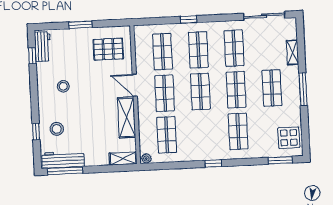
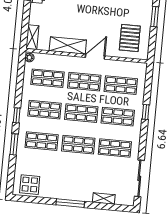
shop shelf: (272, 88) -> (45, 110), moved
window: (280, 160) -> (14, 144), moved

